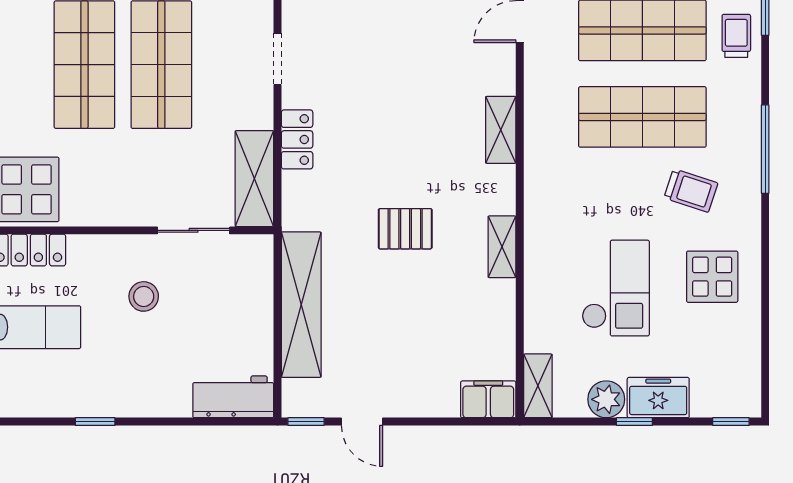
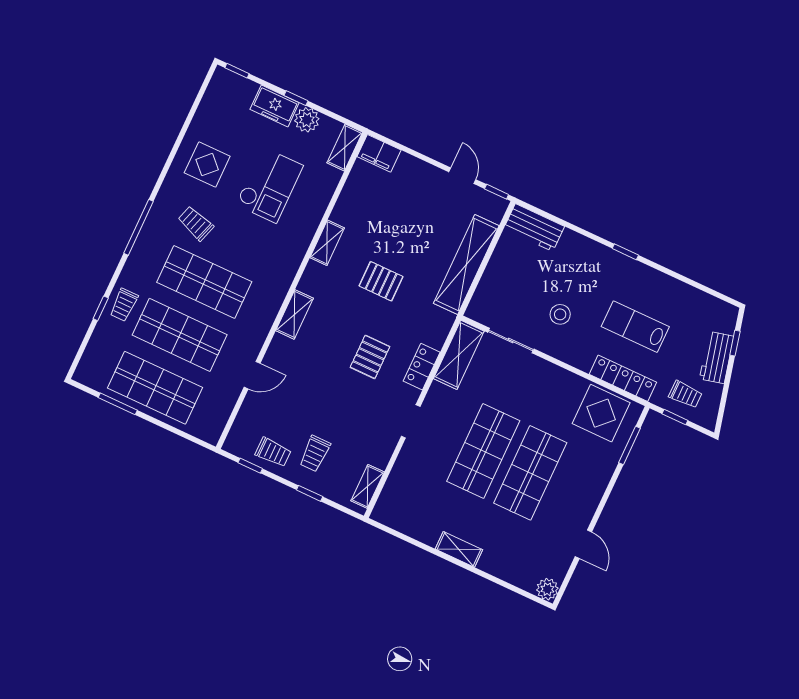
pallet: (373, 120) -> (370, 357), added
checkout: (616, 288) -> (269, 185), turned 180

